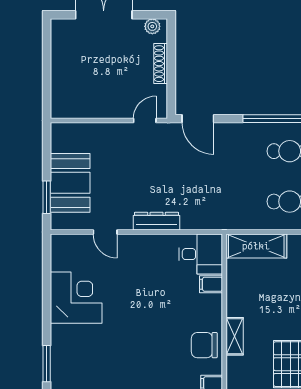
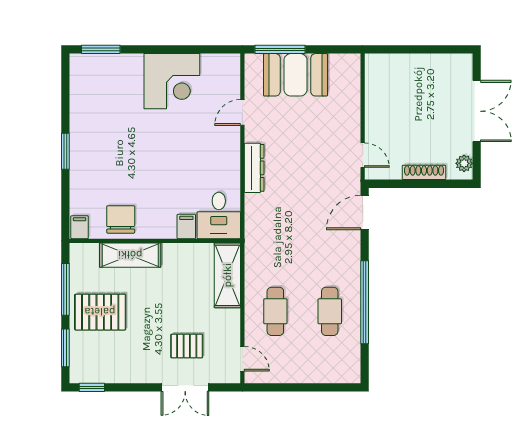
window: (47, 197) -> (280, 49), width x1.44
shelving: (235, 336) -> (130, 255), width x1.50, depth x1.33

